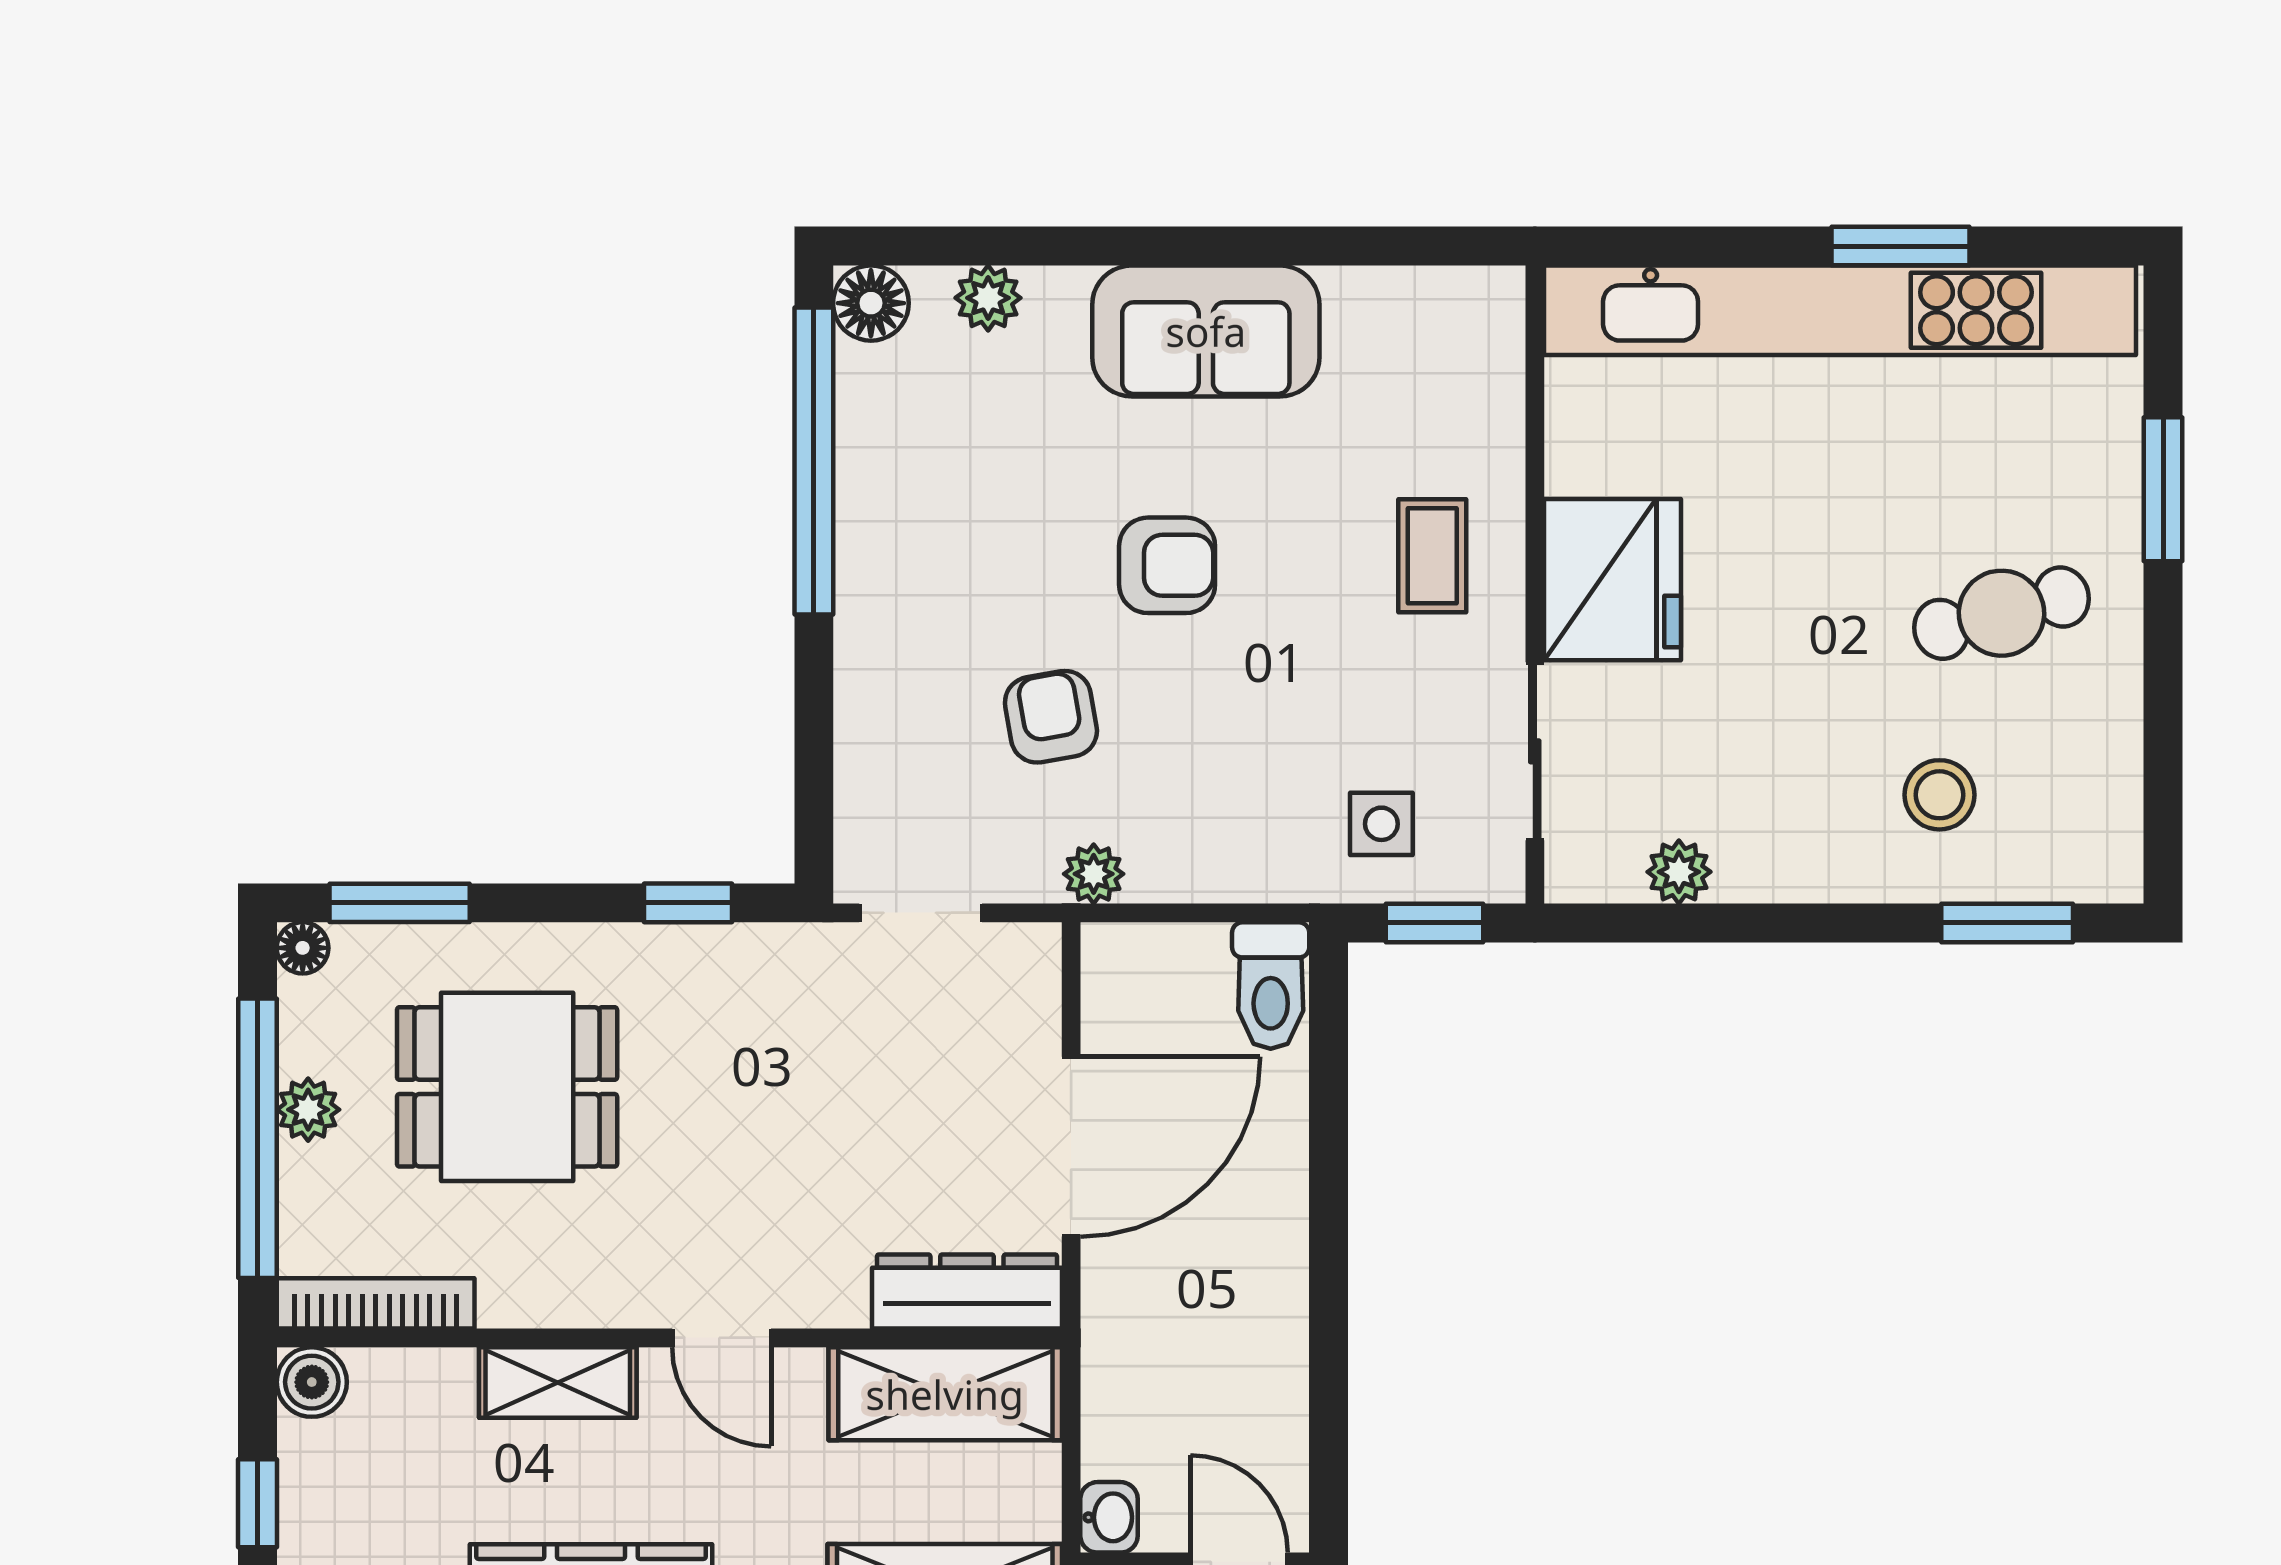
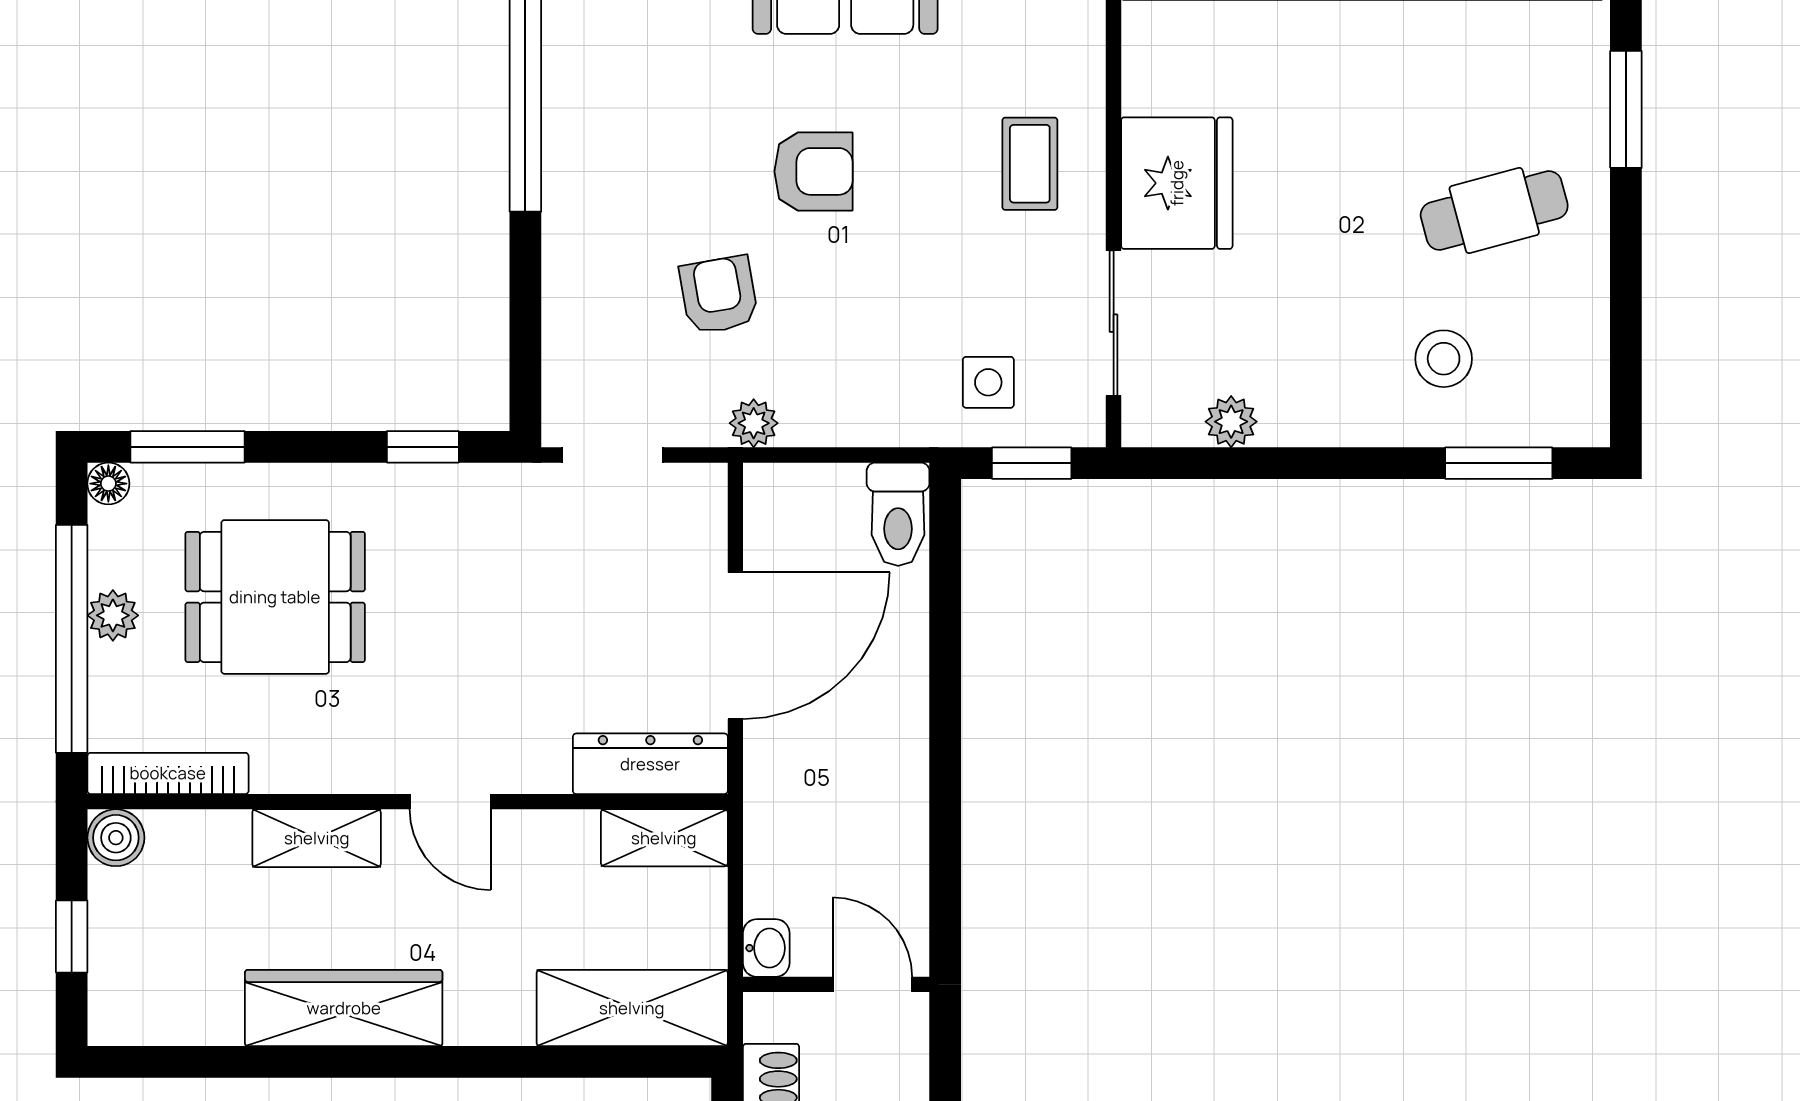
shelving: (945, 1394) -> (664, 838), width x0.67, depth x0.75

